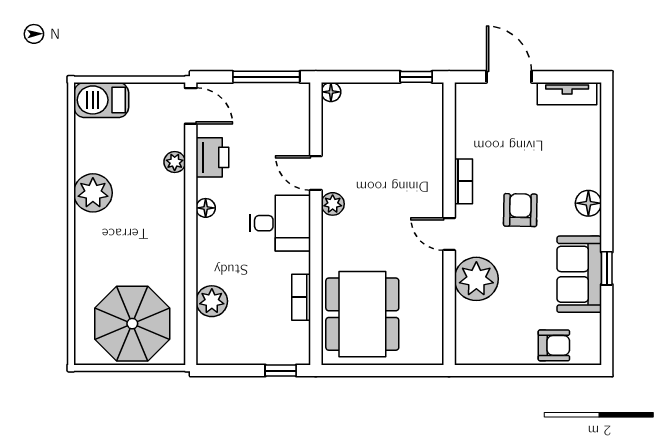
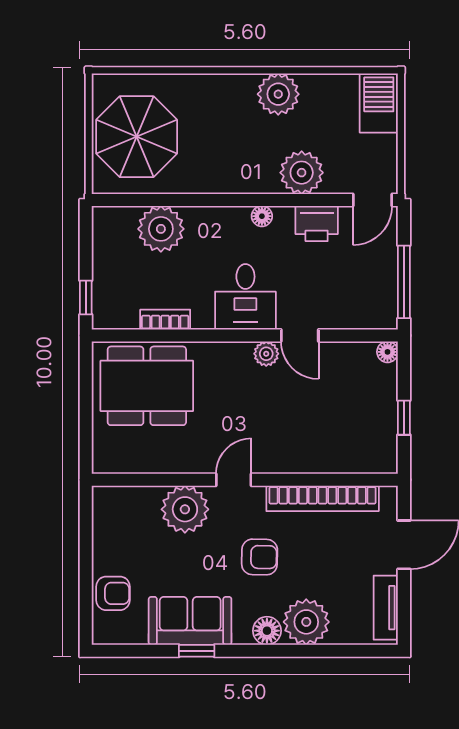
window: (416, 77) -> (404, 418), moved
plant: (175, 162) -> (302, 173), width x1.87, depth x1.87
plant: (580, 167) -> (306, 622), added
door: (316, 173) -> (300, 335), swing flipped
bookcase: (463, 181) -> (323, 498), width x2.31, depth x1.31
plant: (212, 301) -> (161, 229), width x1.36, depth x1.36
armchair: (554, 345) -> (113, 593), turned -90

